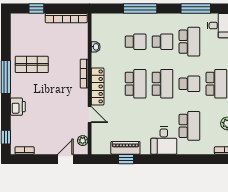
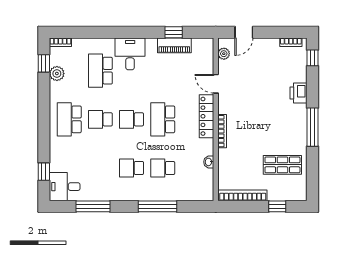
school desk: (189, 42) -> (100, 168), removed
shop shelf: (32, 64) -> (282, 165), moved
school desk: (163, 84) -> (132, 119), width x0.54

